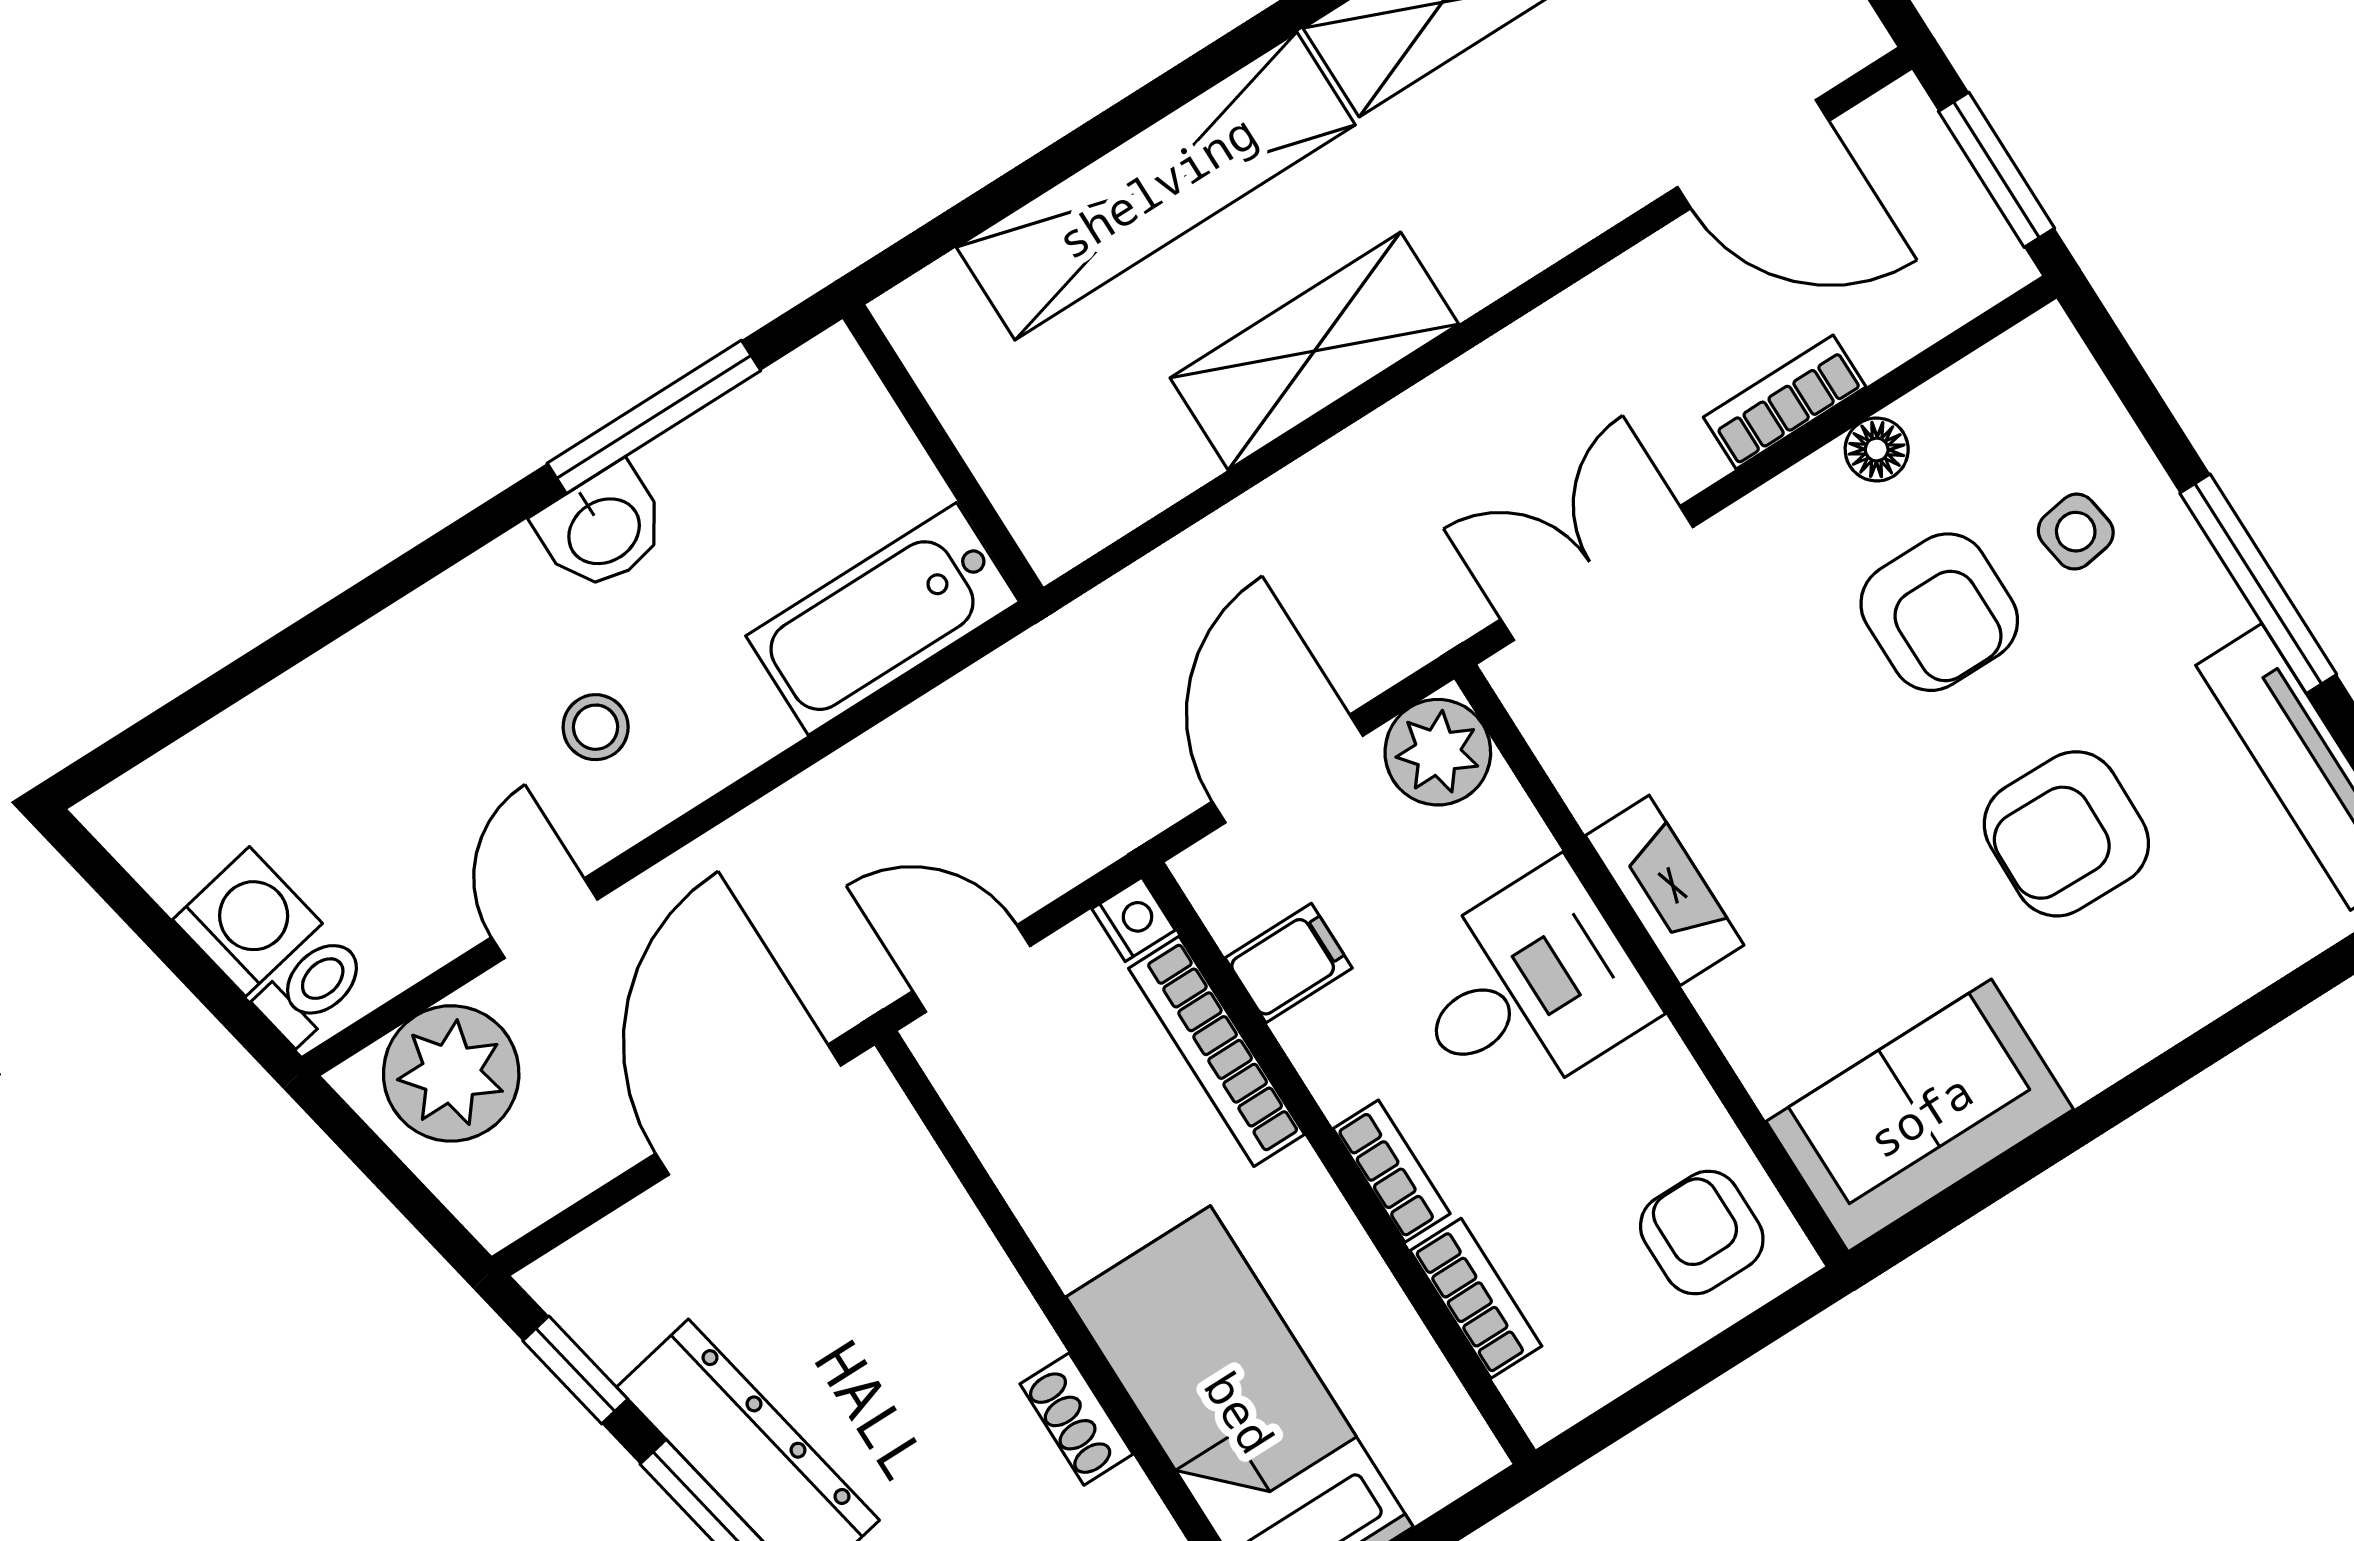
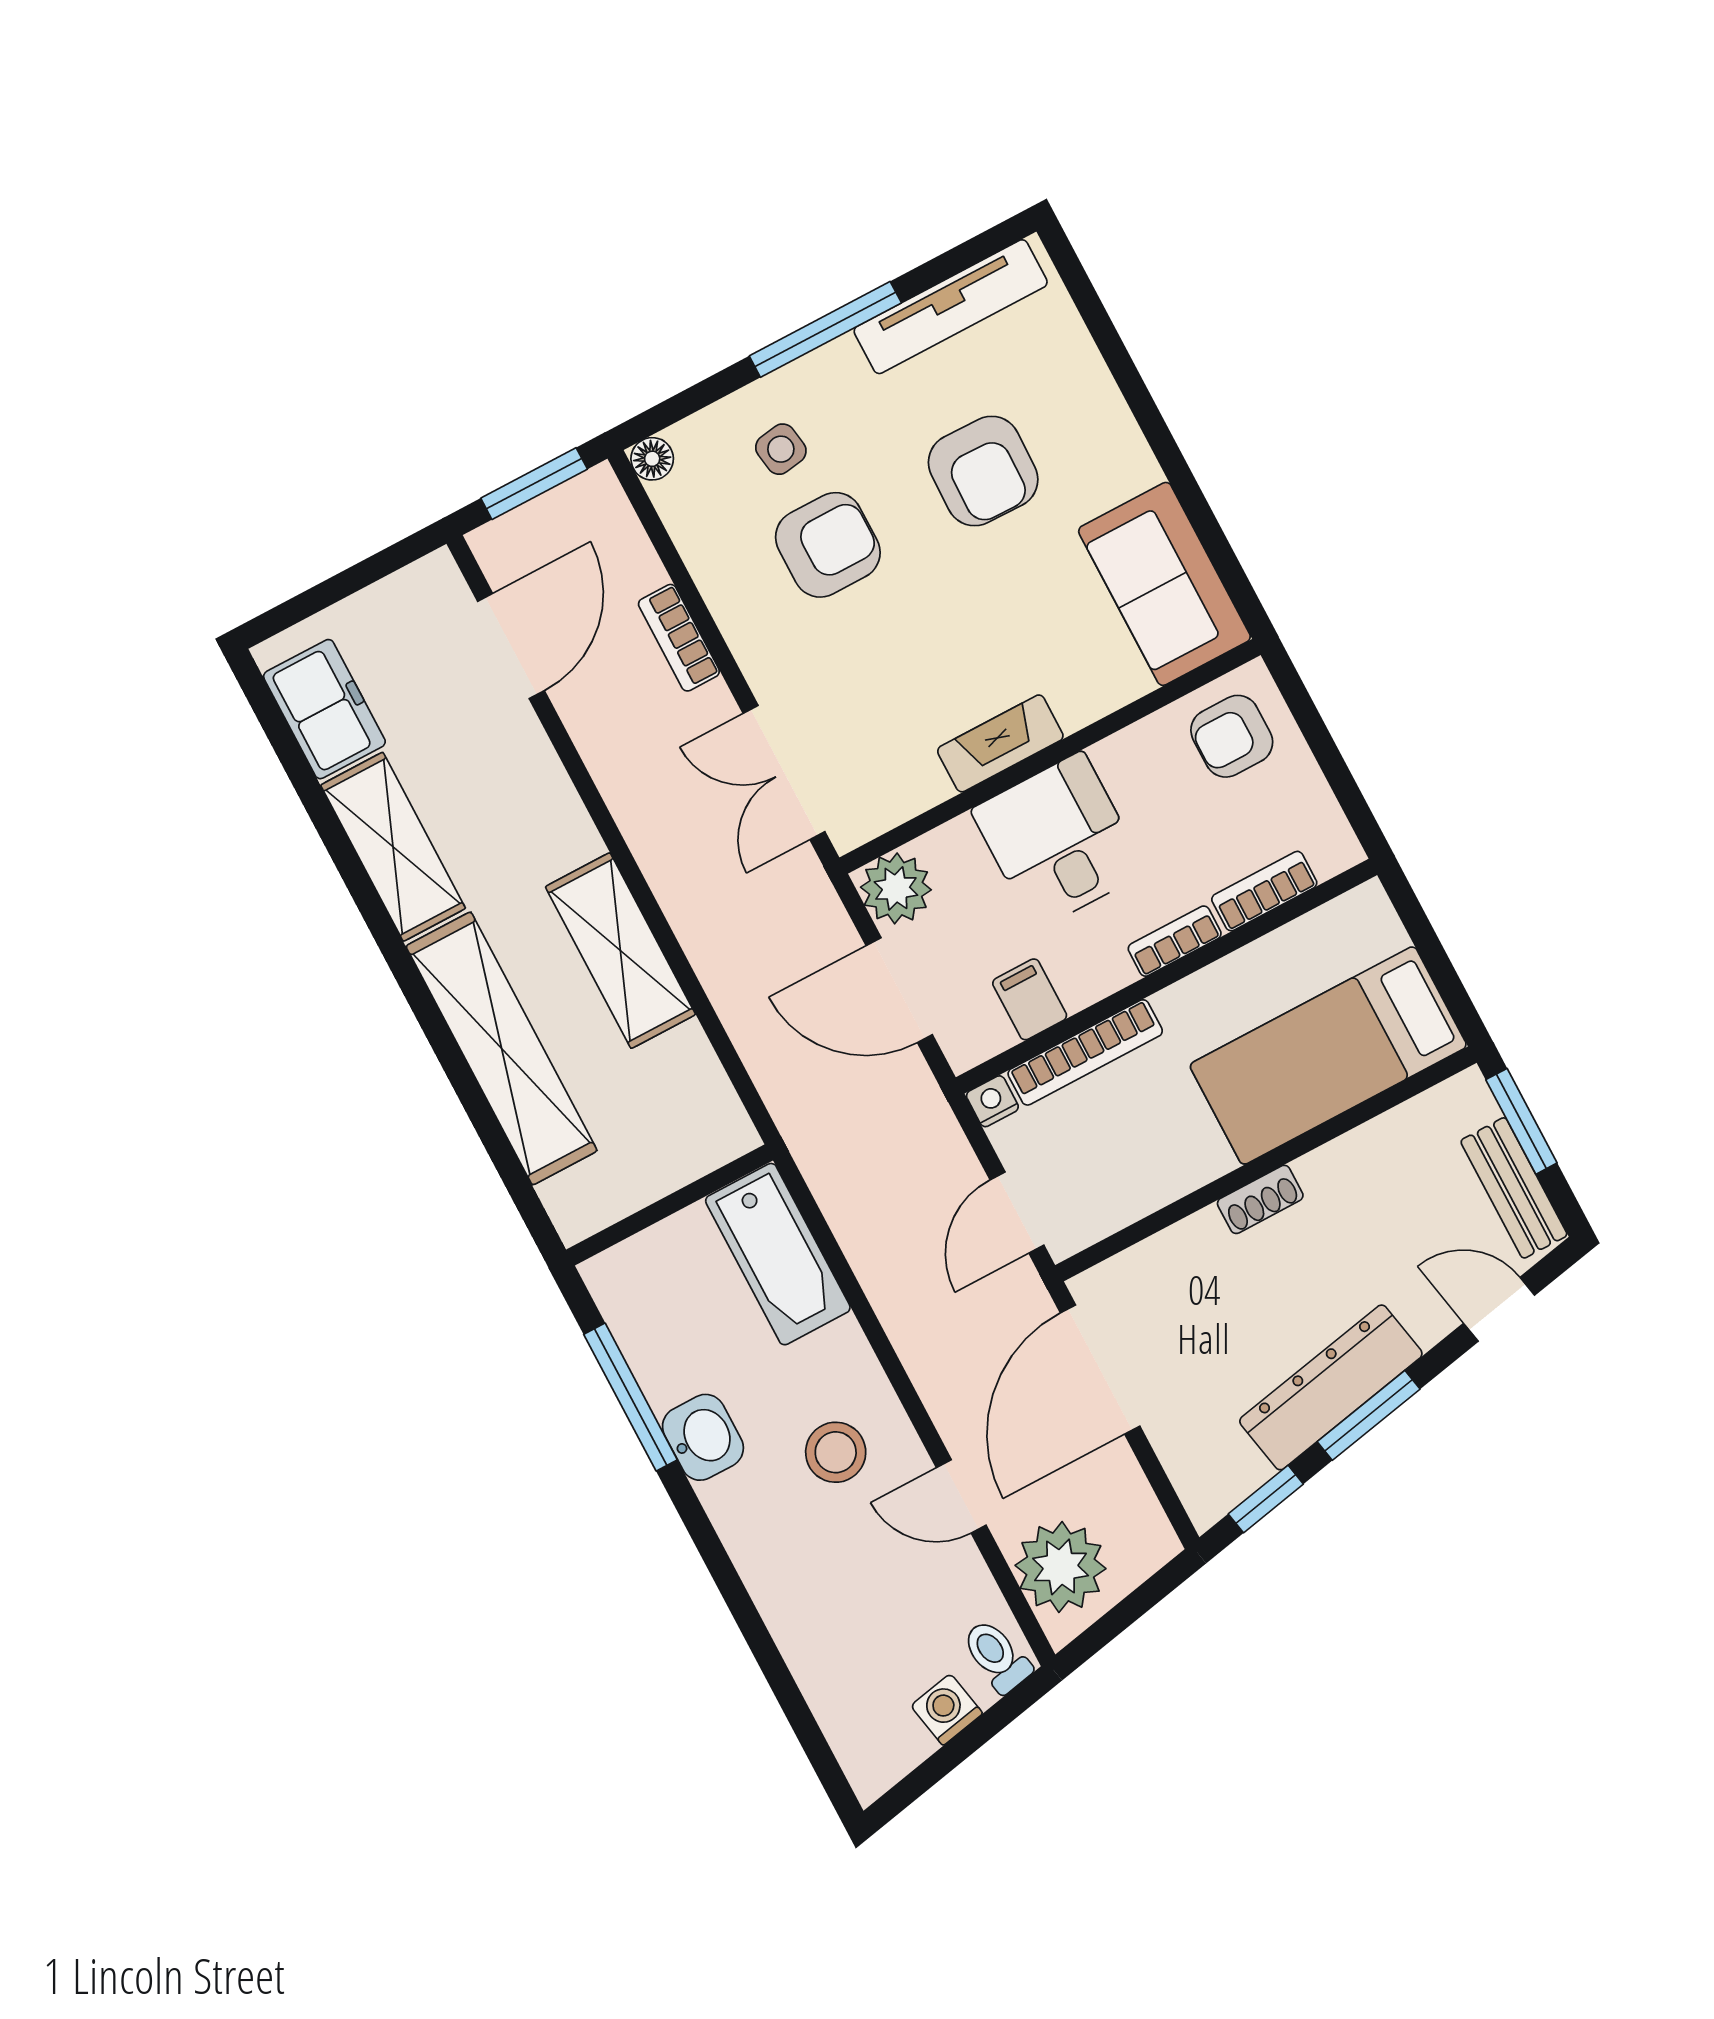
floor lamp: (1877, 449) -> (652, 459), moved
stool: (596, 727) -> (836, 1452), width x1.37, depth x1.37
washing machine: (247, 922) -> (947, 1710), width x0.73, depth x0.73
door: (748, 1110) -> (1100, 1370), hinge flipped
shoe rack: (1077, 1419) -> (1260, 1199), moved

